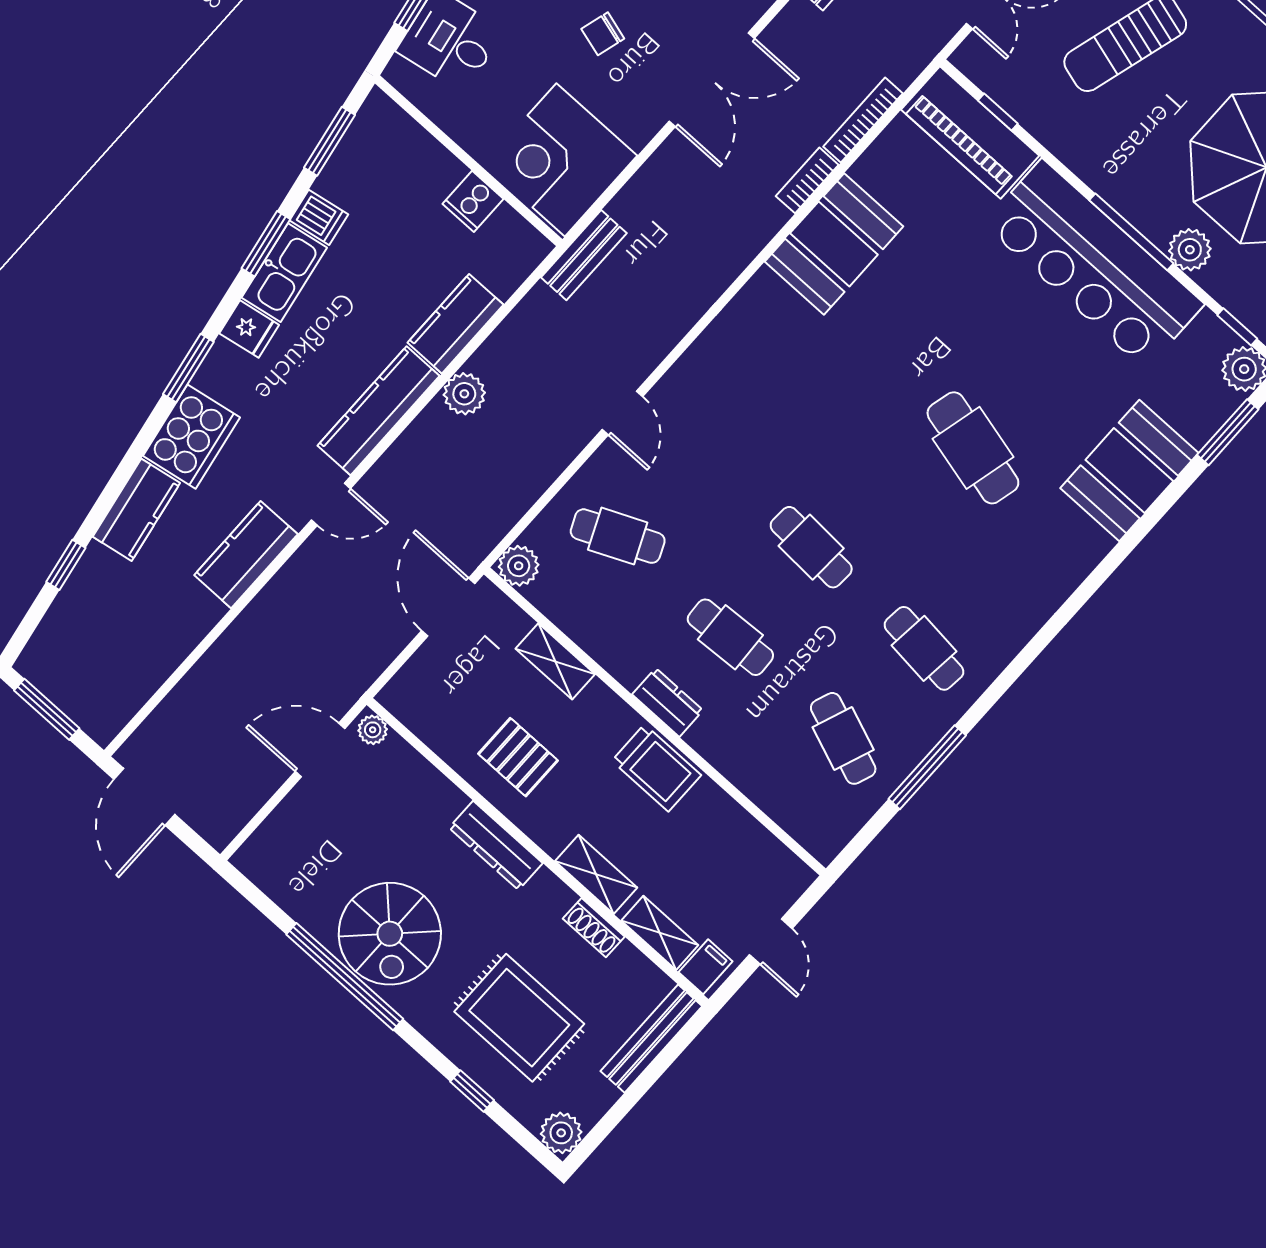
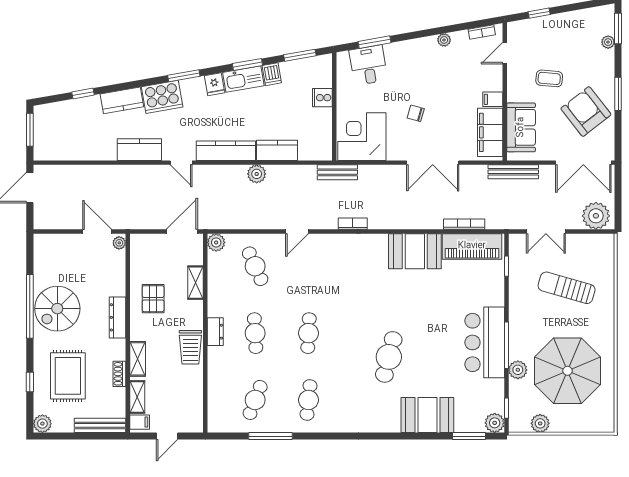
piano: (970, 133) -> (472, 246), moved, turned -90
bookcase: (807, 180) -> (353, 224), moved
cooker: (473, 201) -> (322, 98), moved
bar counter: (1094, 264) -> (485, 342), width x0.73

